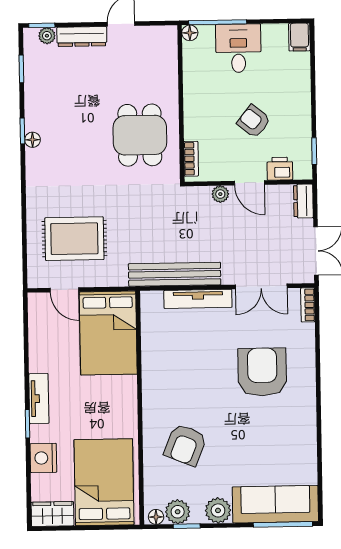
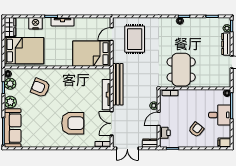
armchair: (254, 121) -> (196, 130), moved
dining table: (140, 135) -> (181, 70), width x1.38

